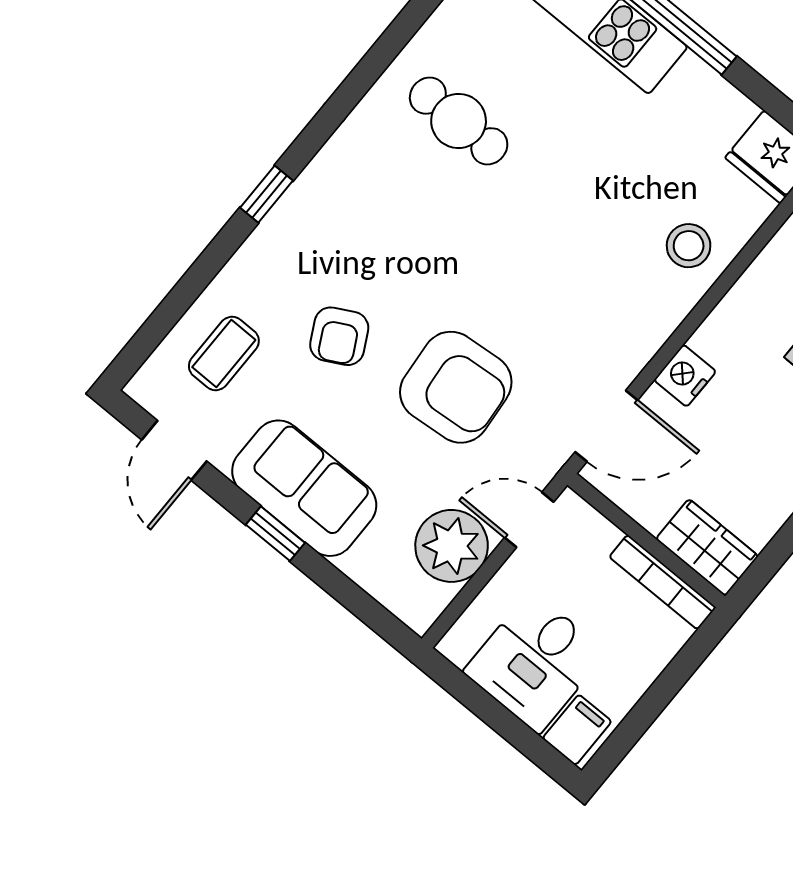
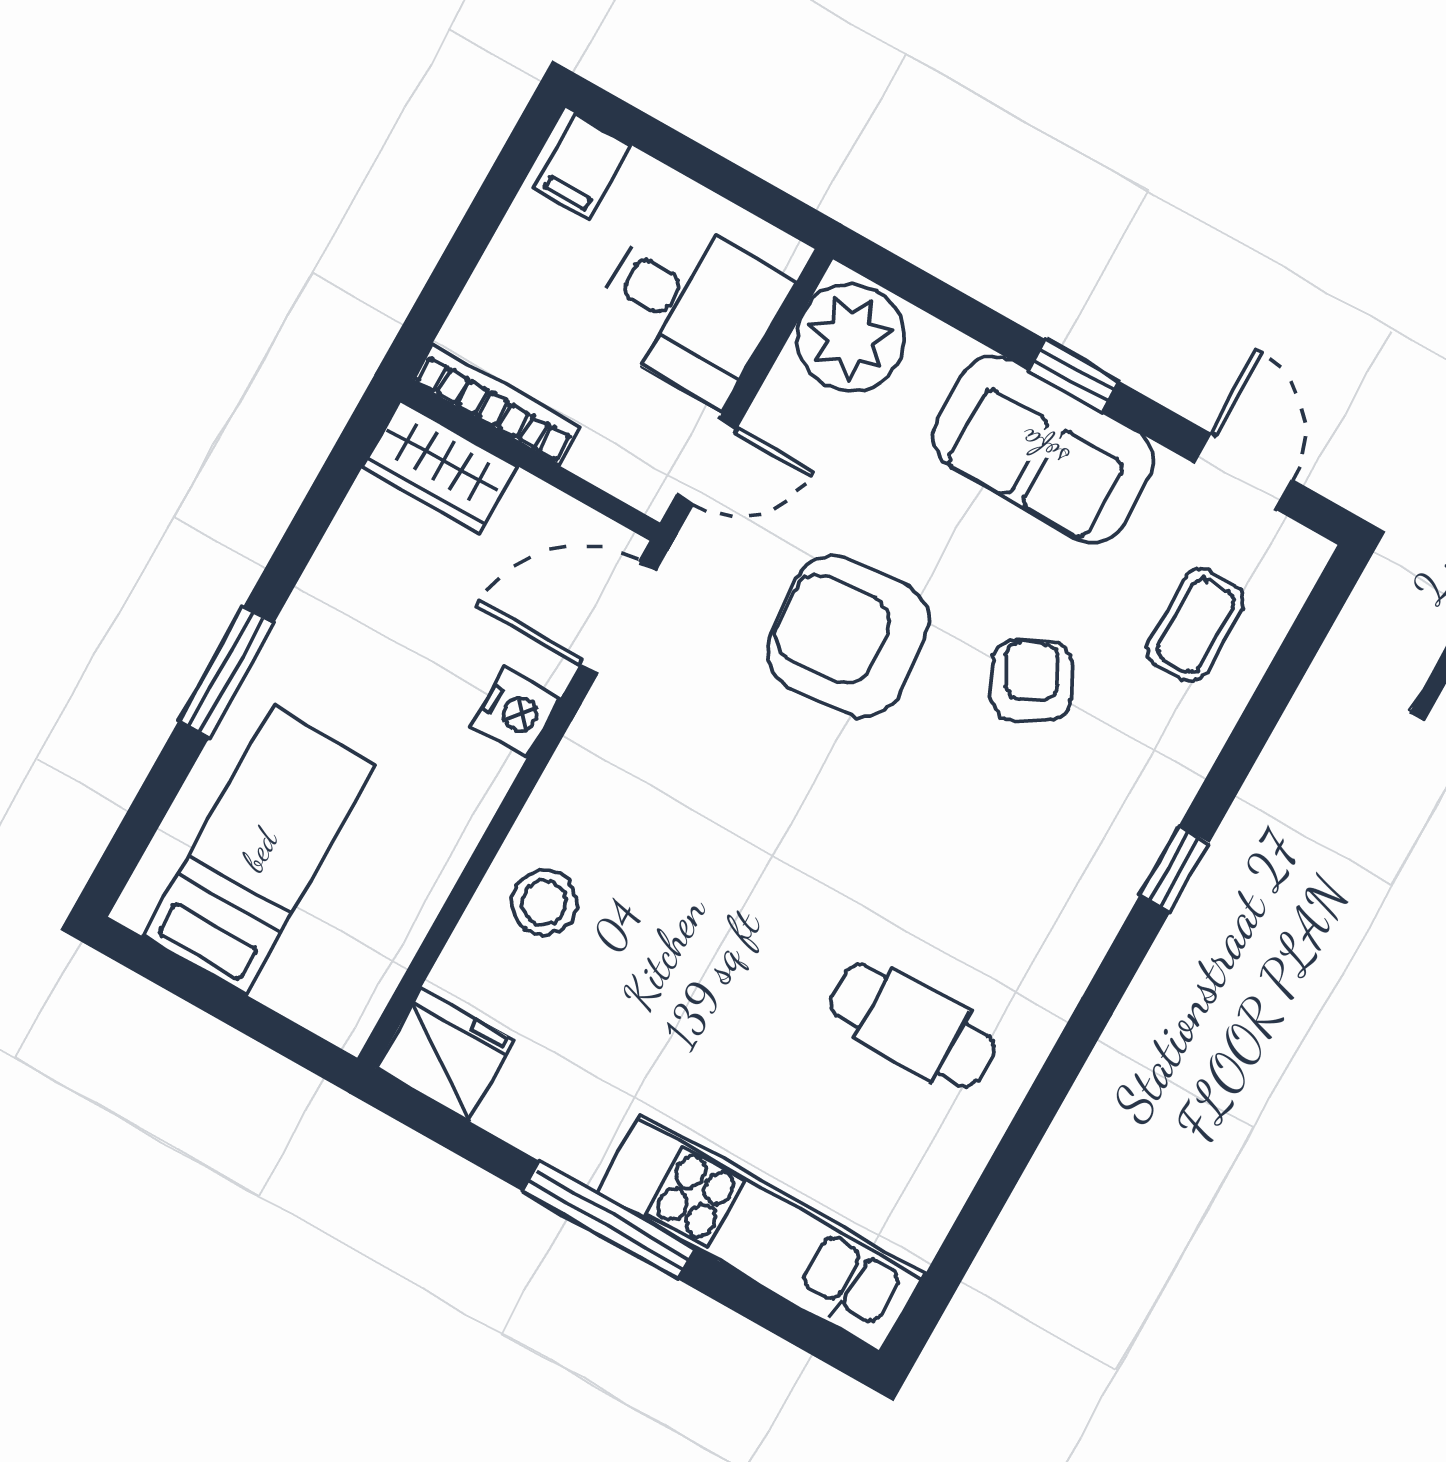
plant: (452, 546) -> (850, 338), moved
desk: (535, 662) -> (689, 307), moved, turned 90

